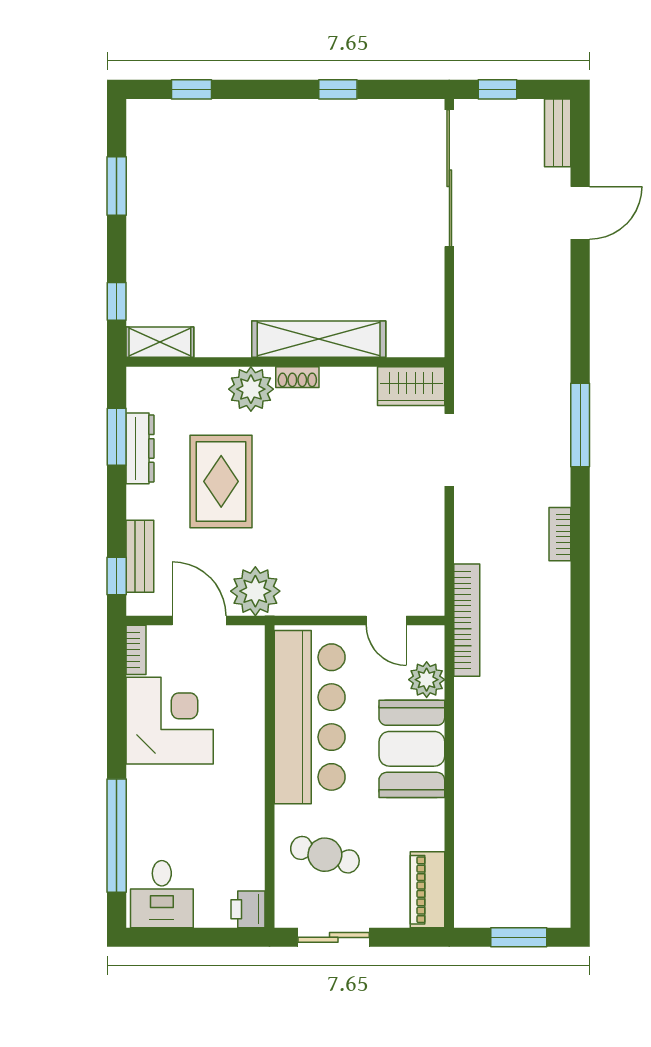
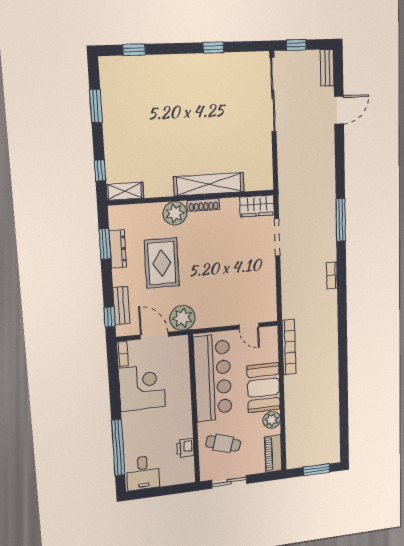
shoe rack: (297, 377) -> (204, 205), width x1.43
bookcase: (467, 620) -> (289, 347), moved
plant: (427, 680) -> (272, 420), moved
printer: (248, 909) -> (185, 448), moved

